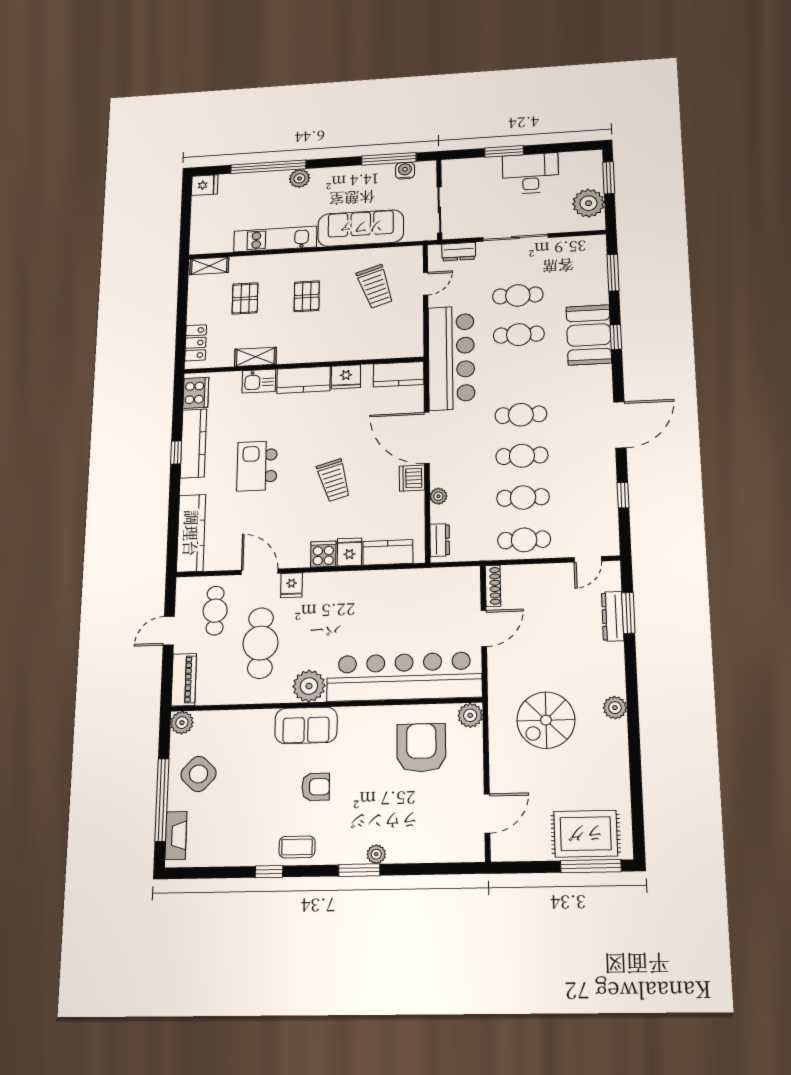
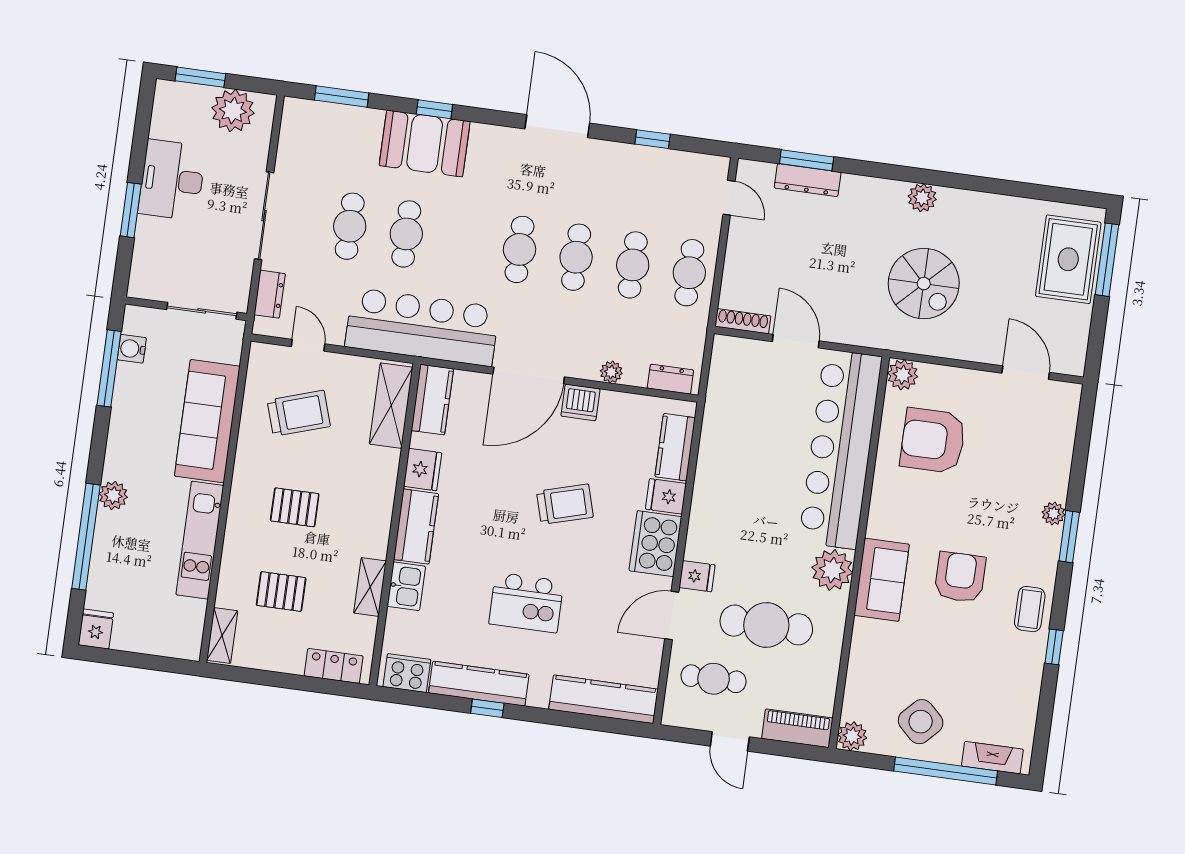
shelving: (390, 347) -> (391, 406), added
cooker: (323, 554) -> (655, 544), width x1.87, depth x1.31
armchair: (316, 787) -> (960, 577), width x1.38, depth x1.38

